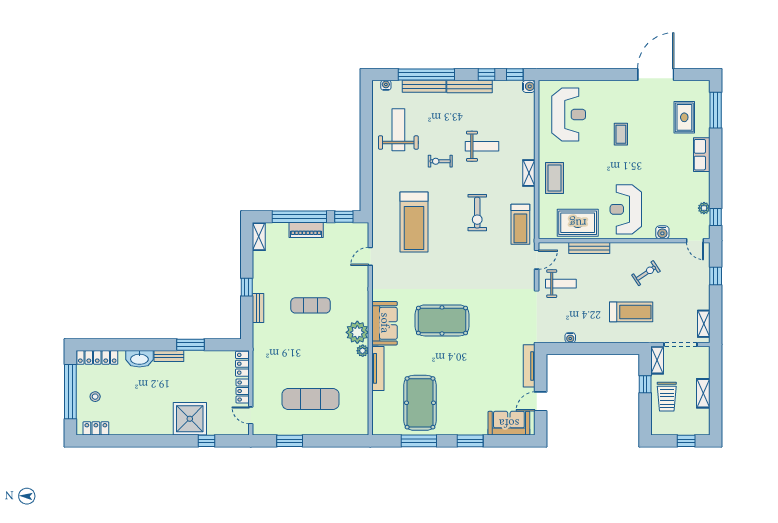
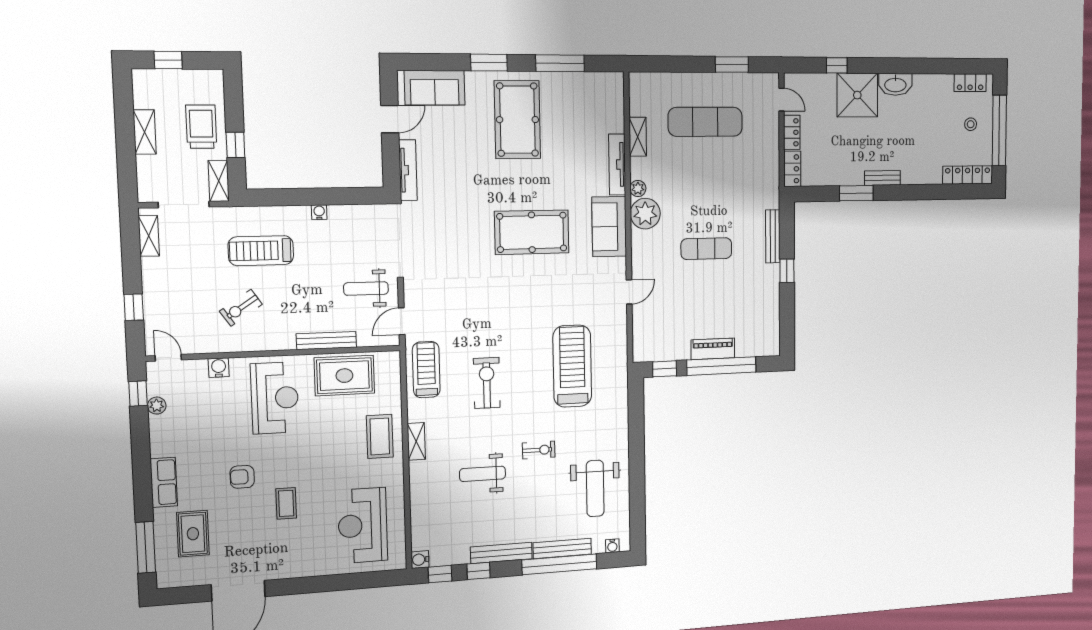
armchair: (650, 155) -> (242, 477), added
shelving: (259, 237) -> (638, 137), moved
door: (370, 256) -> (629, 292), moved
bench: (258, 308) -> (773, 236), width x1.36
water cooler: (570, 338) -> (319, 212), moved
washbasin: (139, 359) -> (895, 84), moved, turned 180
pool table: (420, 403) -> (517, 120), moved

